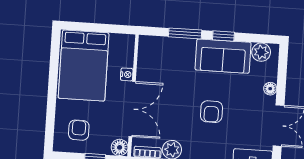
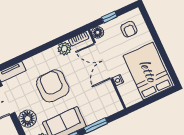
floor lamp: (270, 89) -> (28, 119), width x1.89, depth x1.89
armchair: (211, 112) -> (53, 86), width x1.88, depth x1.88

